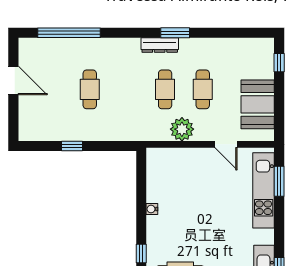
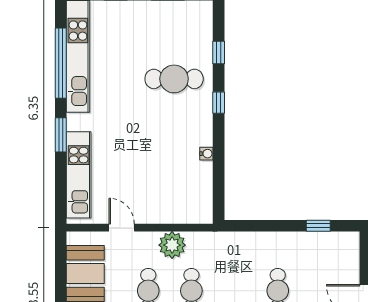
window: (72, 146) -> (318, 226), moved
window: (279, 181) -> (61, 135), moved

